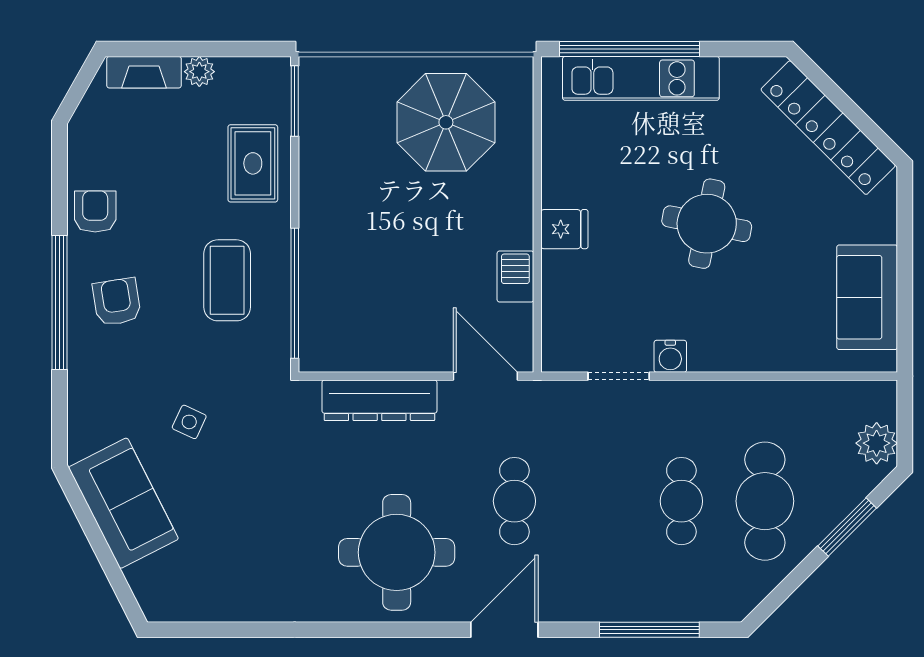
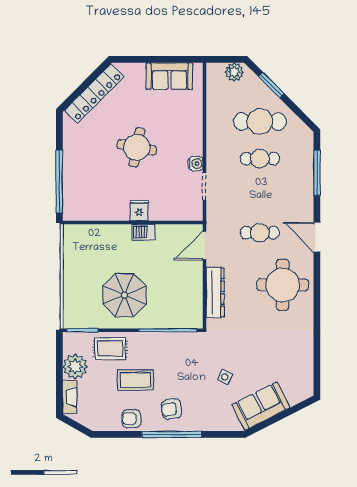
plant: (199, 72) -> (75, 367), width x1.88, depth x1.88
kitchen unit: (641, 78) -> (72, 177), removed
parasol: (446, 122) -> (124, 295), moved
barbecue: (515, 277) -> (144, 232), moved
coffee table: (227, 280) -> (135, 380), moved

